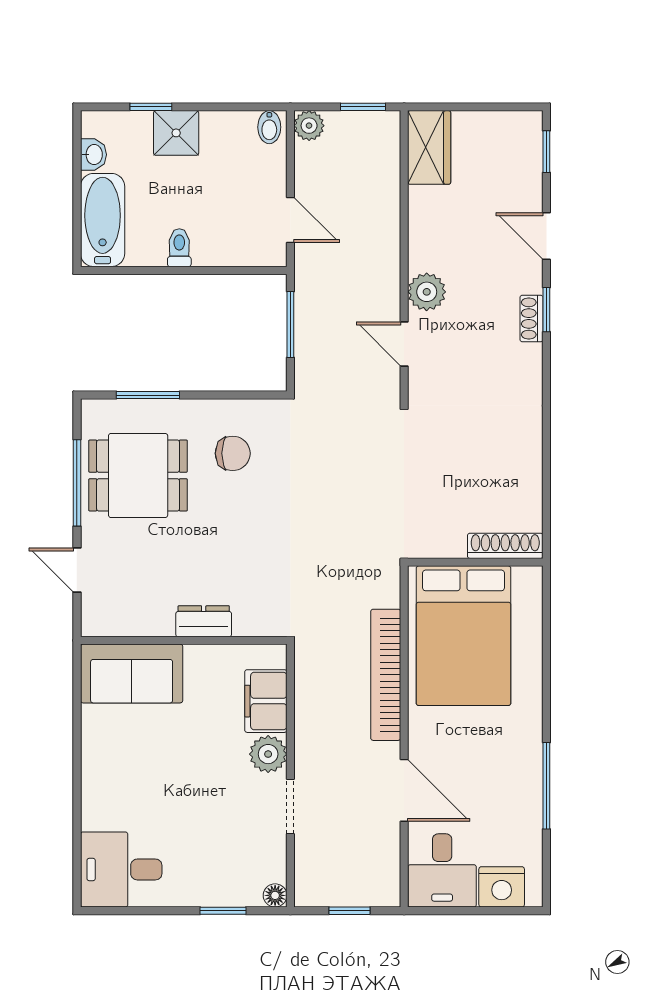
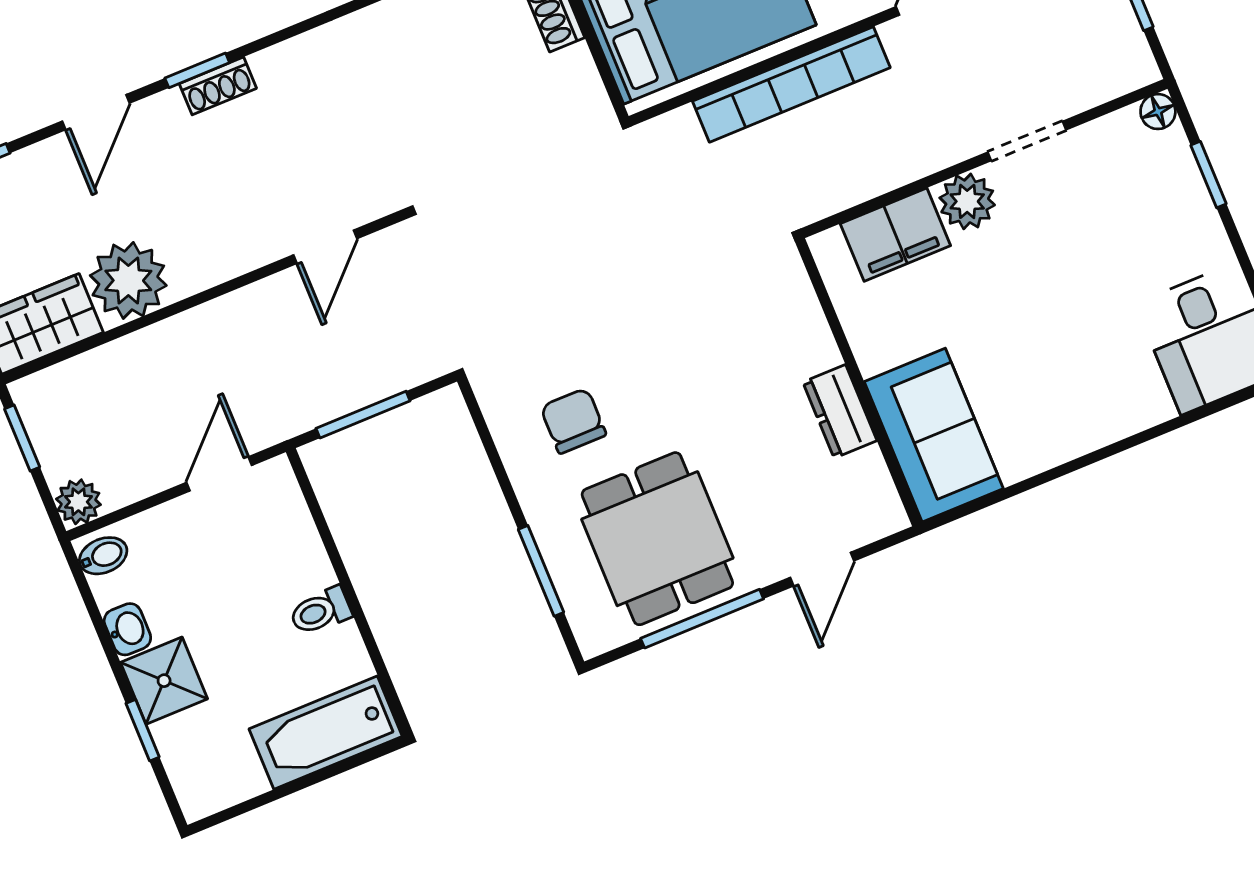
washbasin: (93, 155) -> (127, 629), moved, turned 90
plant: (427, 292) -> (128, 280), moved, width x1.36, depth x1.36
dresser: (204, 621) -> (840, 411), moved

